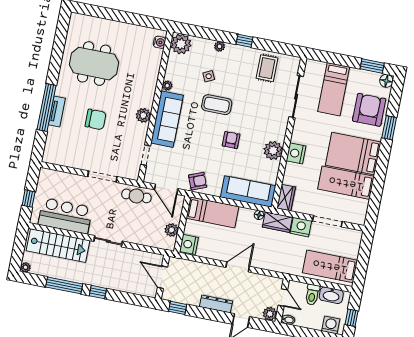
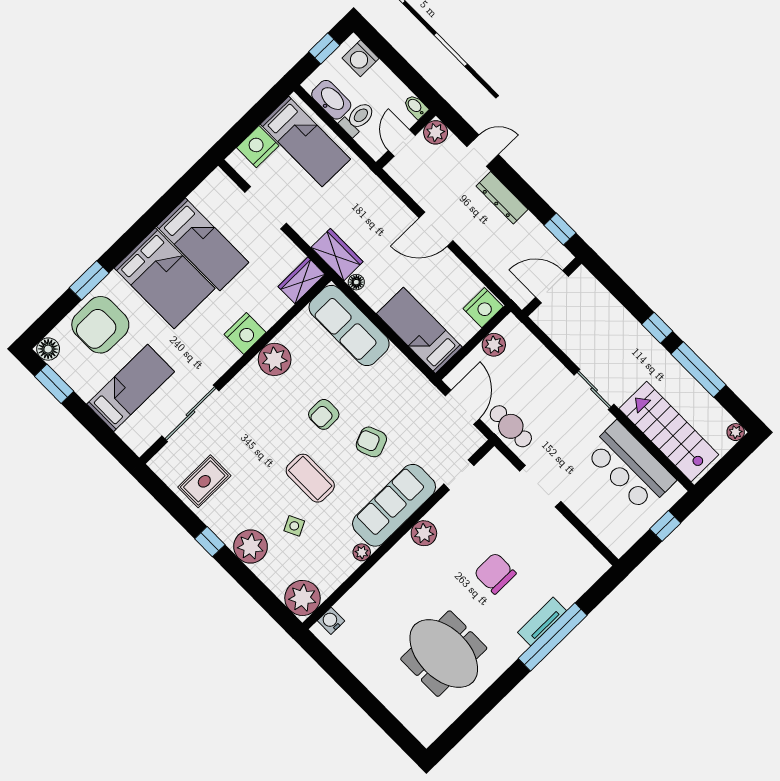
plant: (219, 46) -> (250, 546), width x1.87, depth x1.87
armchair: (198, 181) -> (371, 442), moved
nightstand: (301, 227) -> (258, 147), moved, turned 90
door: (162, 277) -> (552, 287), swing flipped

